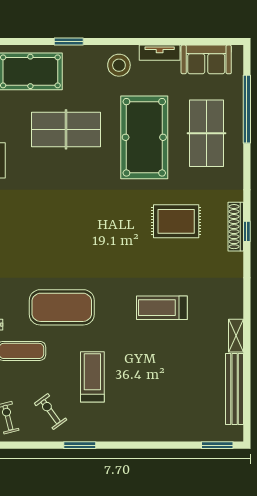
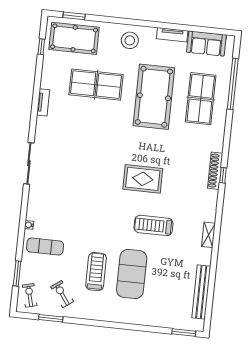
window: (69, 42) -> (74, 16), moved
stool: (119, 65) -> (130, 40), moved
rug: (176, 221) -> (143, 179), moved
exercise mat: (62, 307) -> (132, 274), moved, turned 90
shelving: (236, 336) -> (208, 235), moved
window: (80, 445) -> (51, 318), moved

